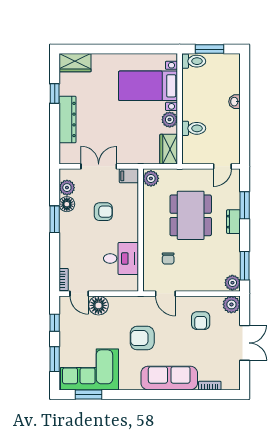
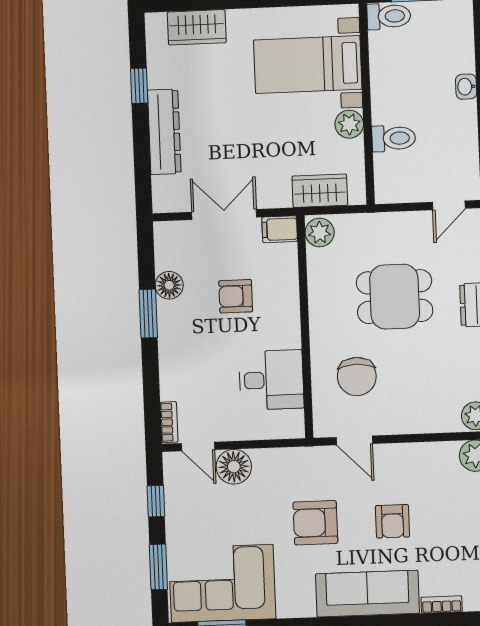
wardrobe: (75, 63) -> (197, 27), moved
wardrobe: (169, 149) -> (320, 191), moved, turned 90
plant: (67, 188) -> (168, 255), removed
armchair: (103, 212) -> (236, 296), turned 180
dining table: (191, 215) -> (395, 297), width x0.73
chair: (168, 258) -> (357, 376), width x1.87, depth x1.87
armchair: (201, 321) -> (392, 521), moved

